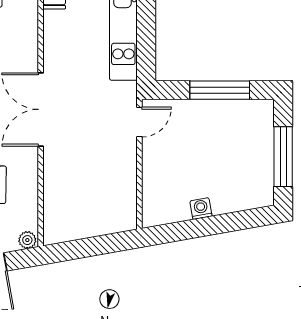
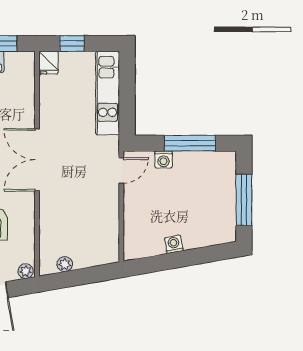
washing machine: (189, 109) -> (163, 160), added
plant: (73, 232) -> (65, 264), added

